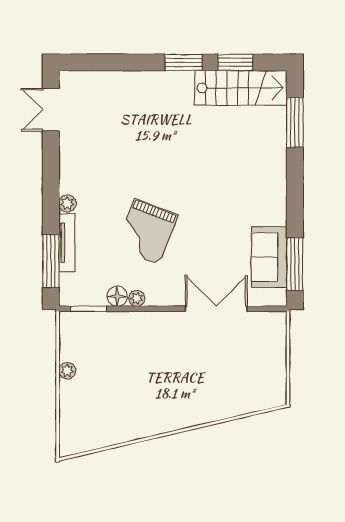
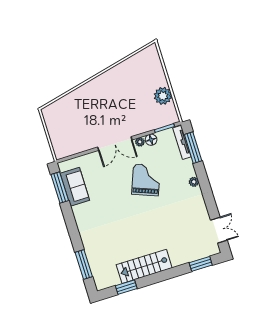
window: (184, 62) -> (201, 264), moved
stairs: (241, 88) -> (144, 266), moved
tv unit: (67, 243) -> (182, 142), moved
double door: (216, 309) -> (115, 144), moved
plant: (67, 371) -> (163, 96), width x1.87, depth x1.87

